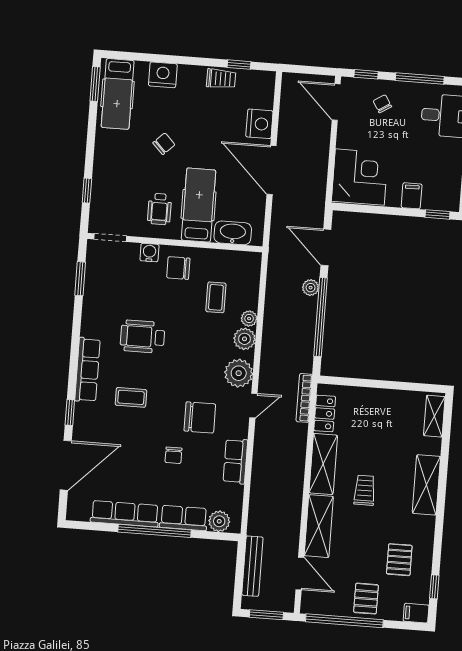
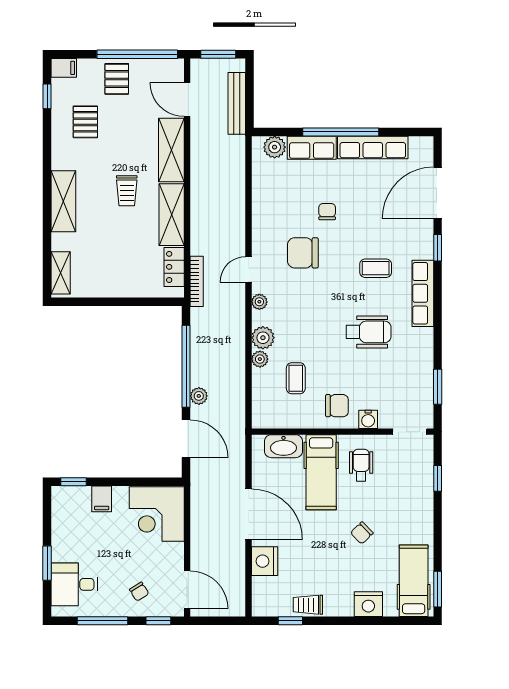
plant: (239, 373) -> (259, 302), width x0.53, depth x0.53
row of seats: (235, 461) -> (263, 210), removed

